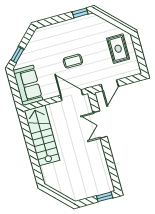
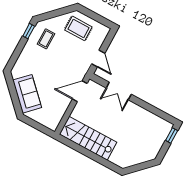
window: (17, 55) -> (16, 102), removed
coffee table: (73, 61) -> (46, 39), moved
sofa: (28, 85) -> (27, 94), moved, turned 45

